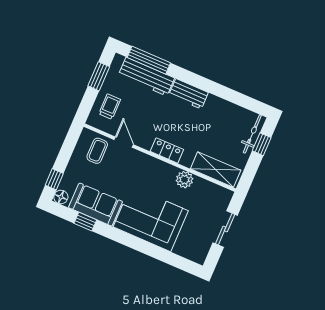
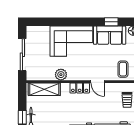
door: (124, 142) -> (98, 82), moved
sliding door: (225, 229) -> (22, 55), width x1.37

